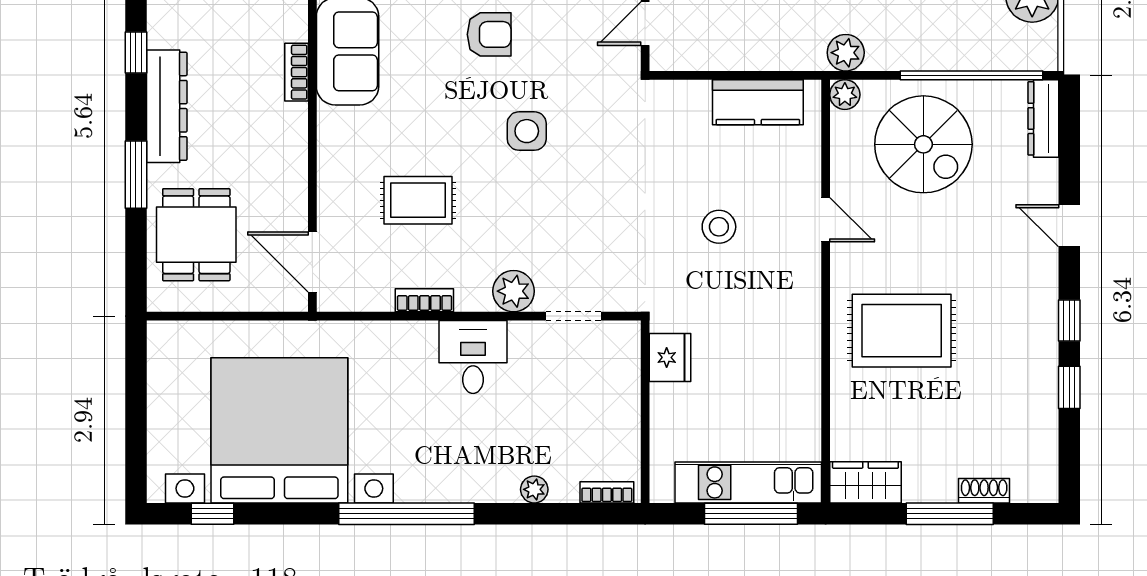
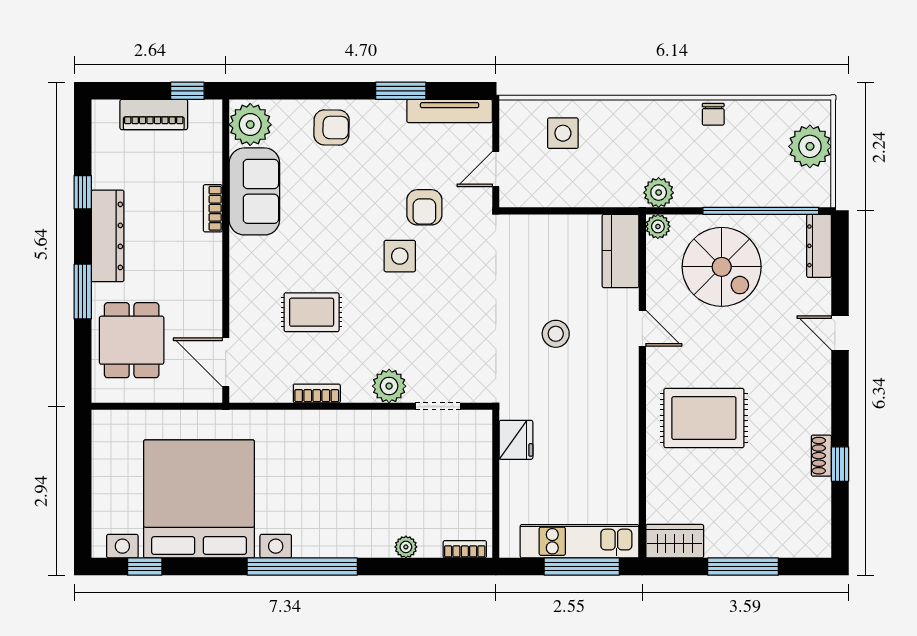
armchair: (489, 34) -> (424, 207), moved, turned 90
kitchen counter: (758, 102) -> (621, 251), moved, turned 90
window: (1069, 321) -> (840, 410), removed
desk: (473, 357) -> (356, 439), removed
shoe rack: (984, 491) -> (821, 456), moved, turned -90

